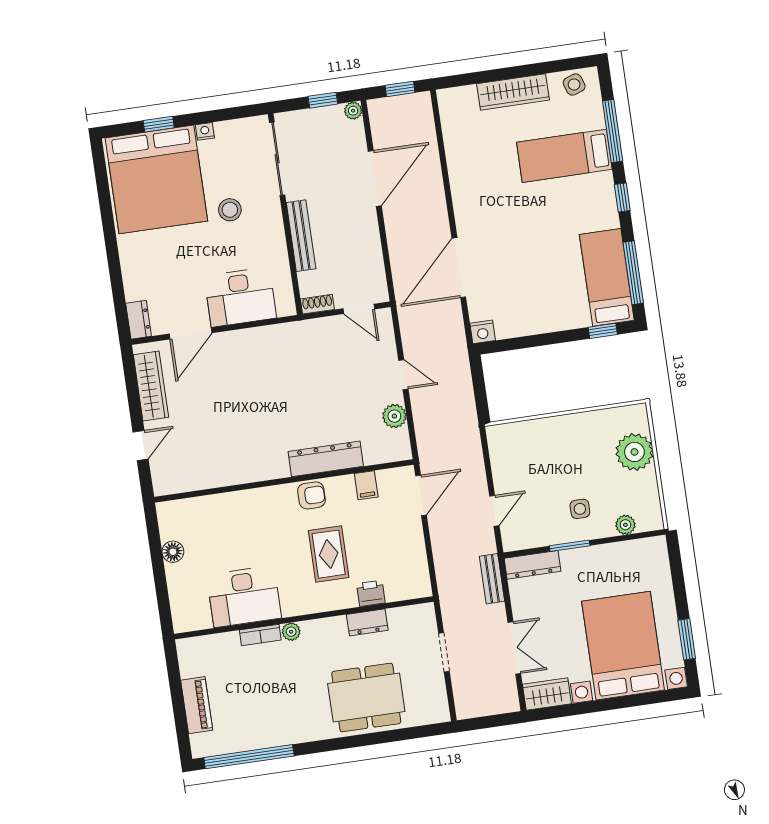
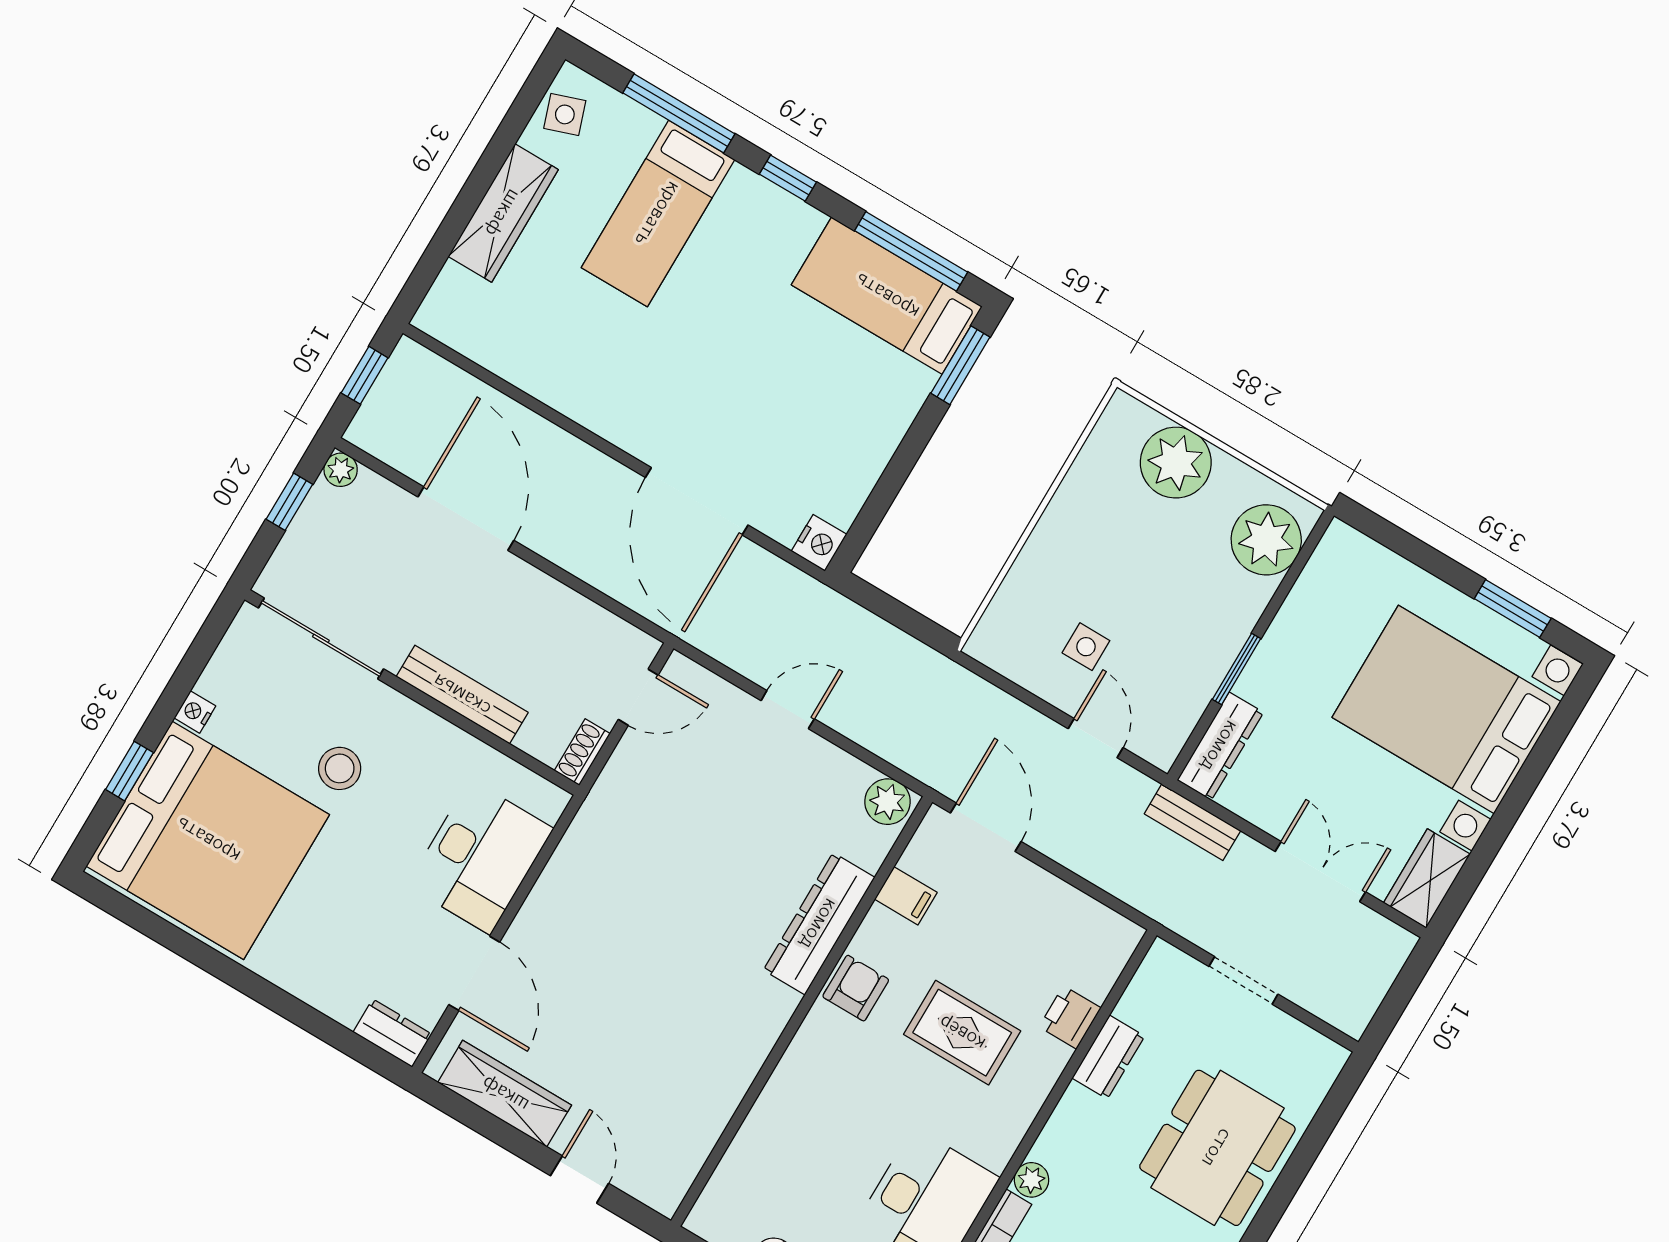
window: (603, 331) -> (960, 365), width x1.50
plant: (394, 416) -> (888, 802), moved
side table: (580, 509) -> (1086, 647), moved
plant: (625, 525) -> (1266, 540), width x1.88, depth x1.88

